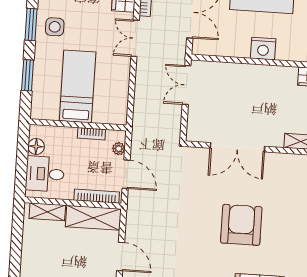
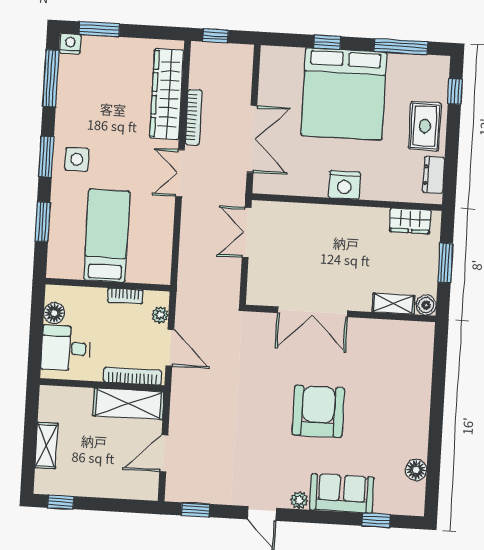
shelving: (47, 212) -> (46, 446), moved, turned 90
door: (121, 256) -> (164, 453), swing flipped

